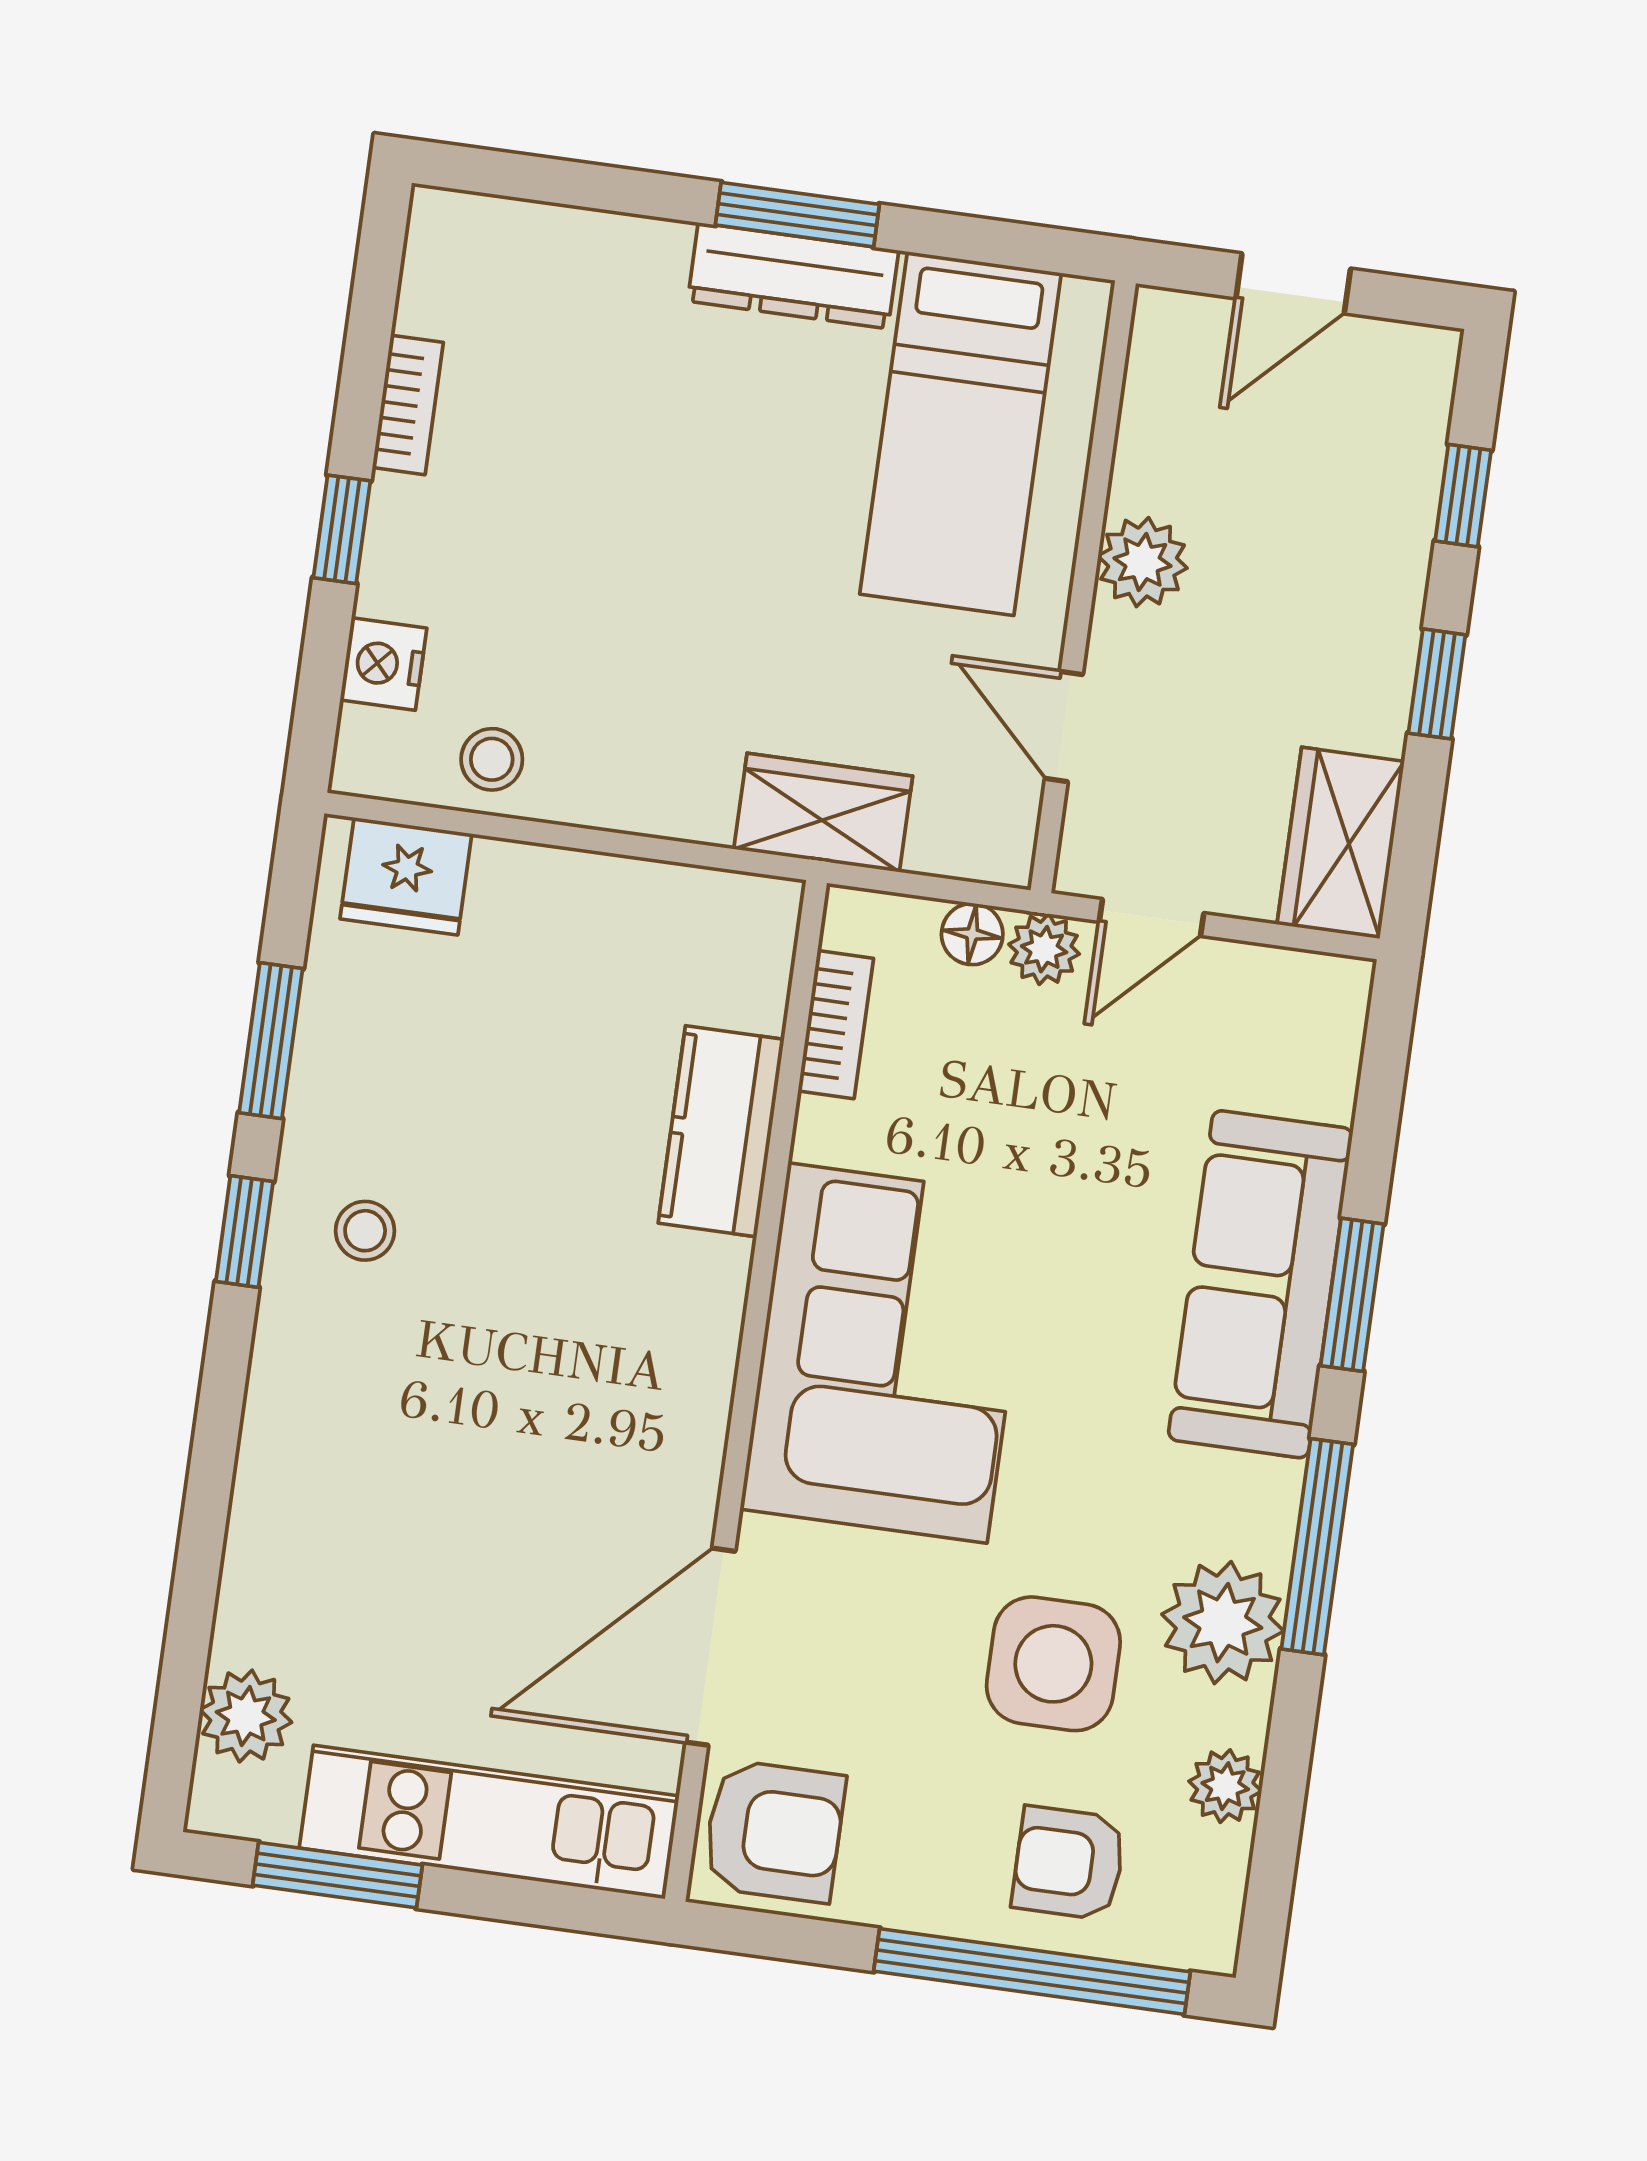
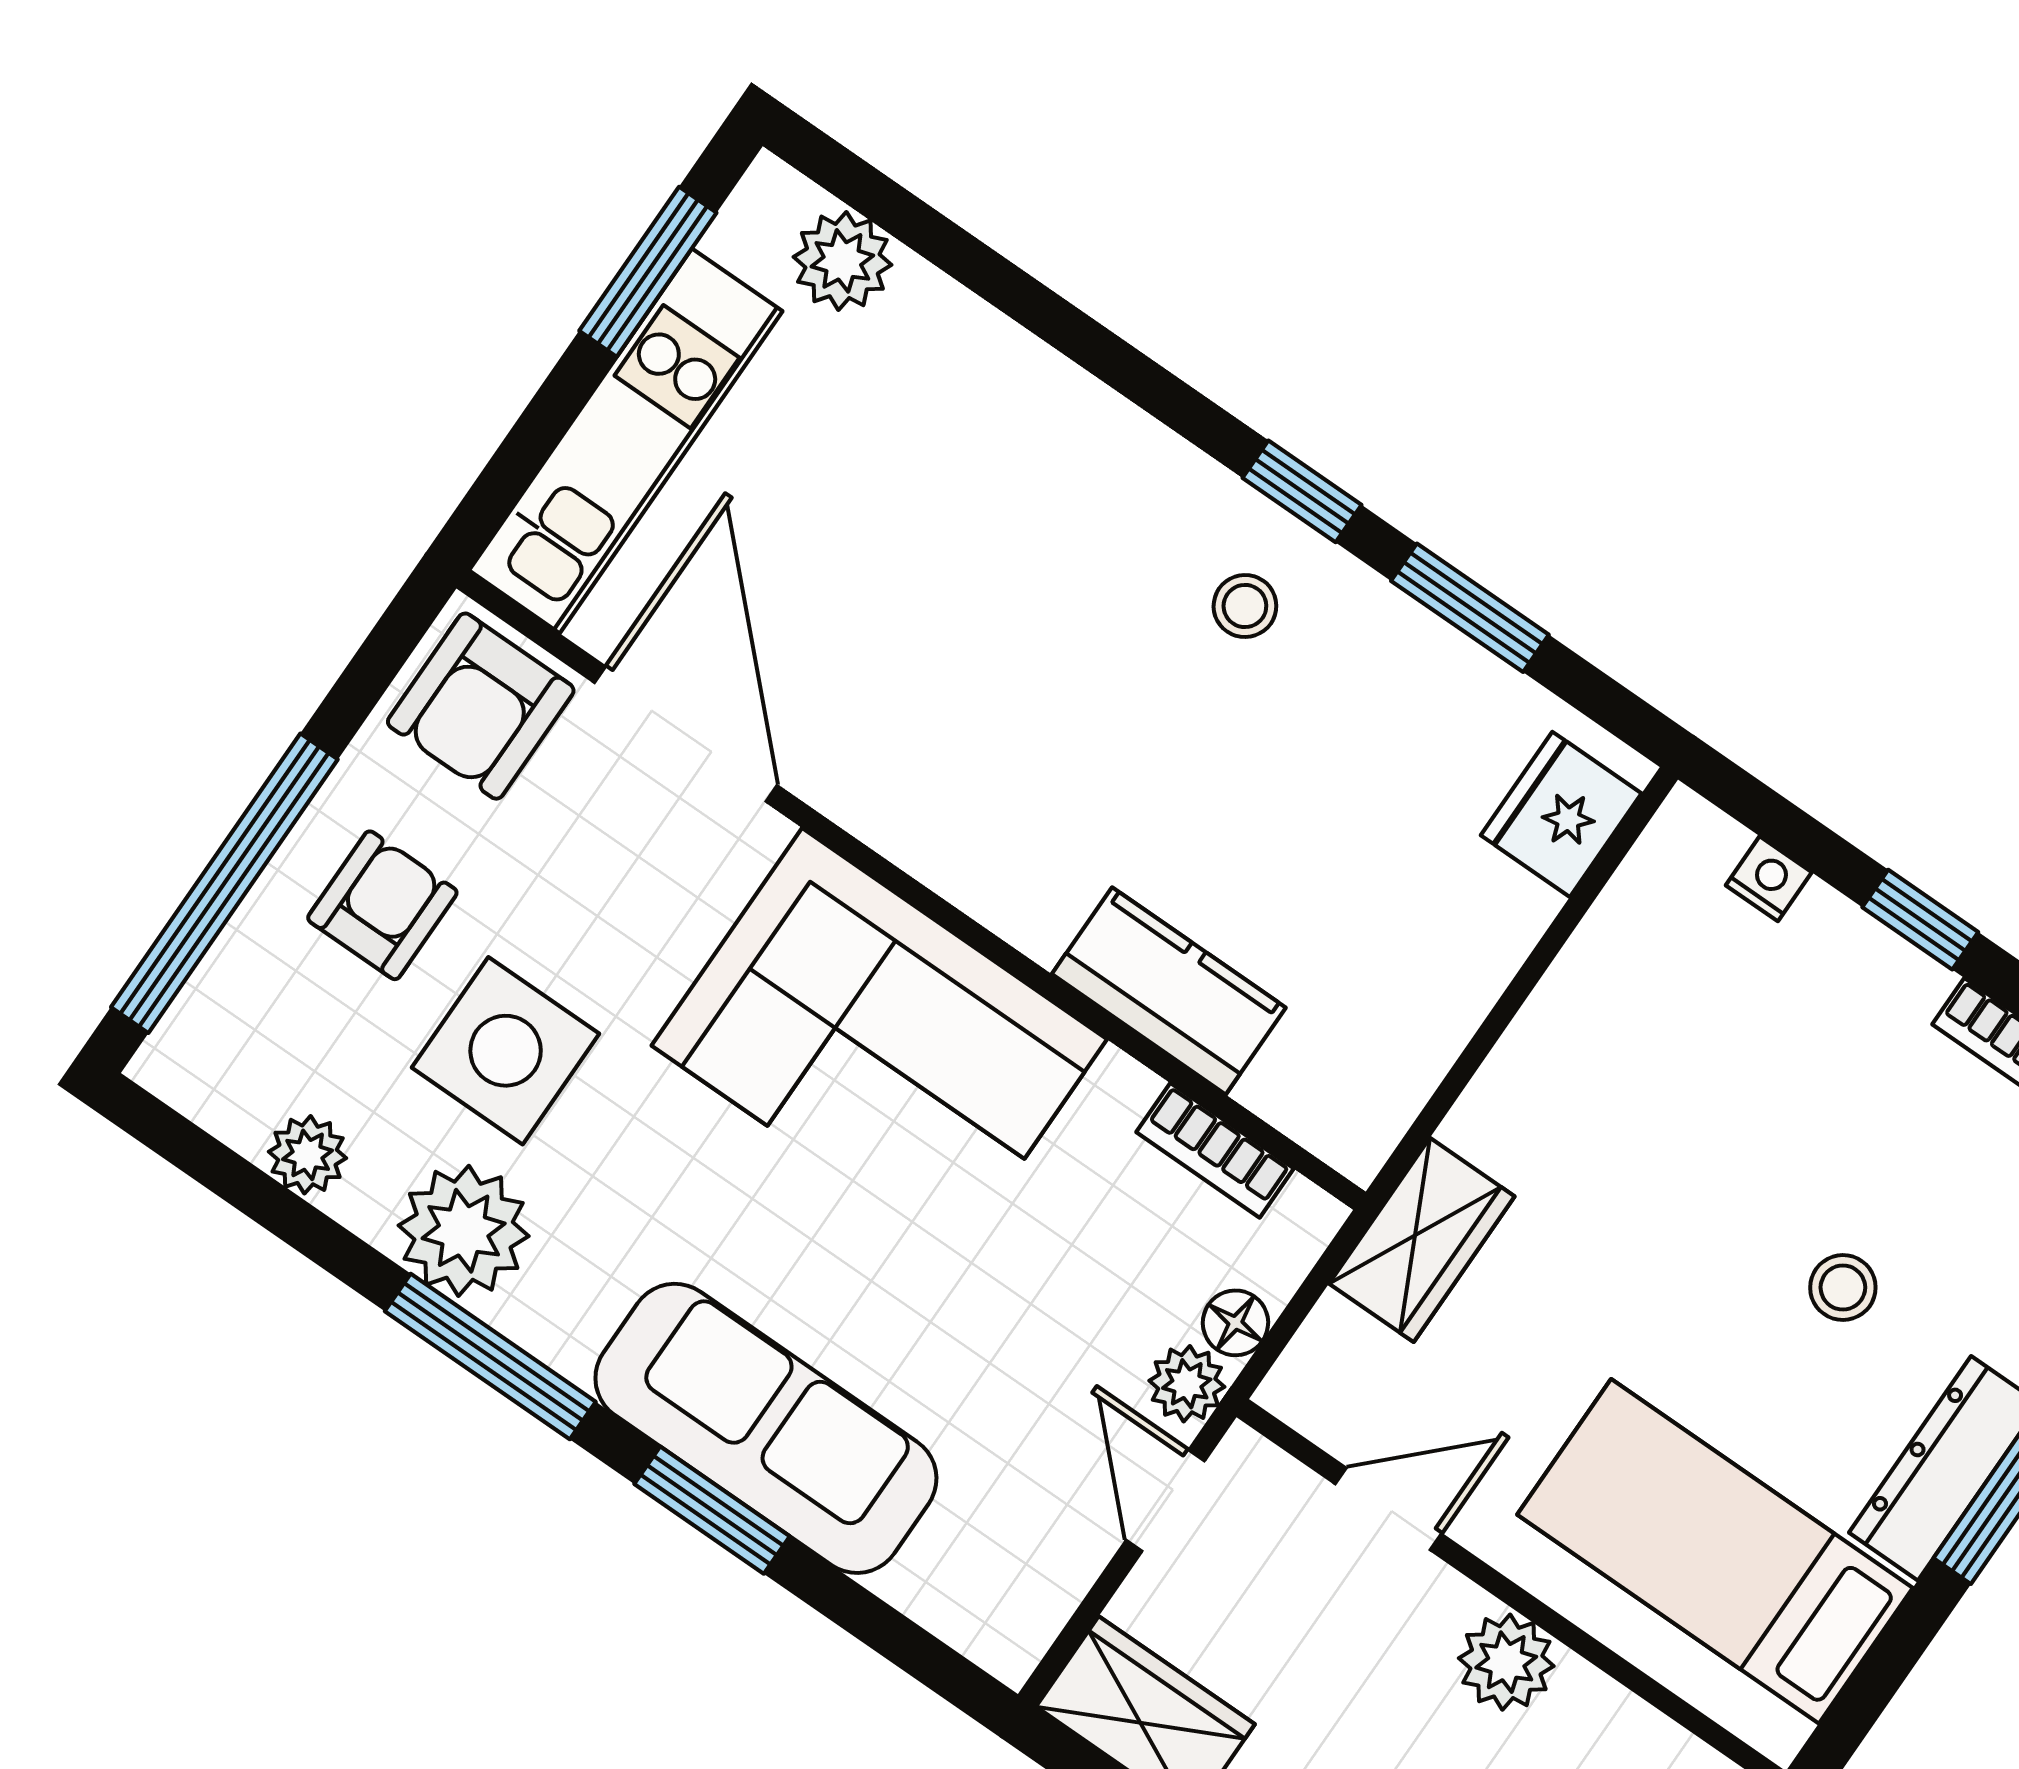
nightstand: (383, 664) -> (1769, 879), width x0.72, depth x0.74
stool: (492, 759) -> (1843, 1288), moved
armchair: (1069, 1863) -> (382, 905), moved

